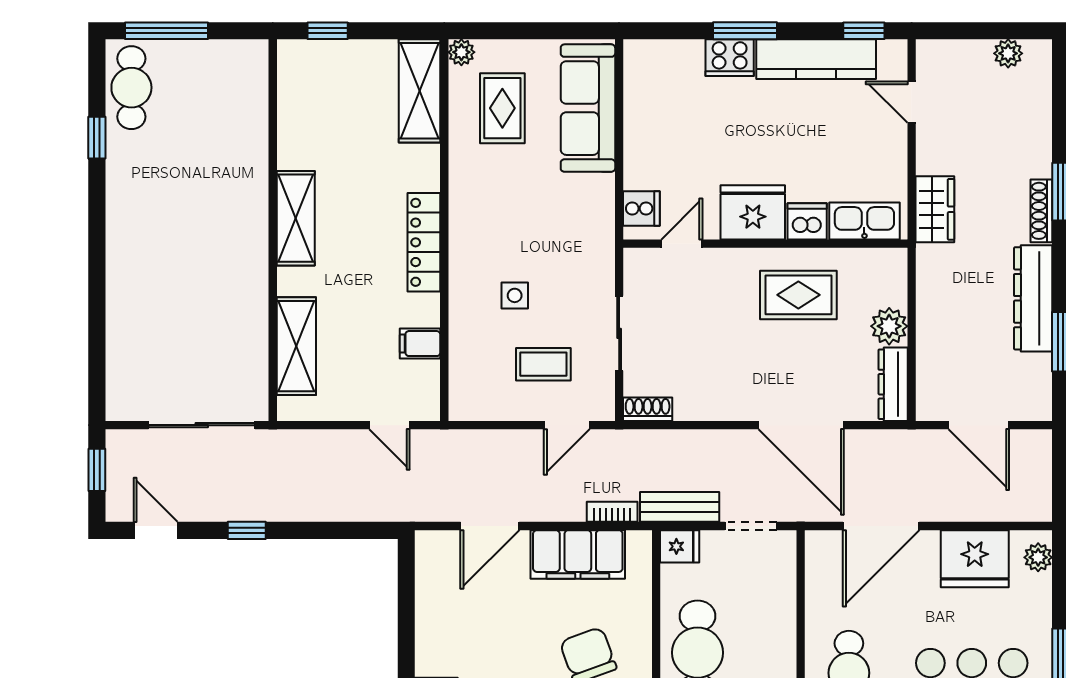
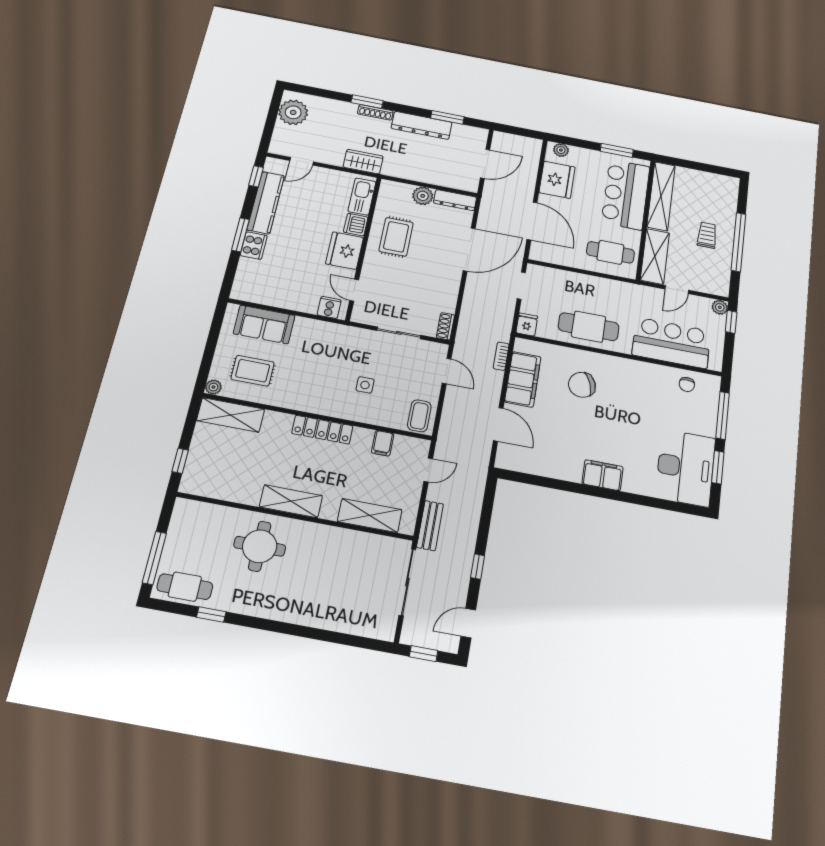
plant: (1008, 53) -> (293, 112), width x1.88, depth x1.88
sofa: (588, 108) -> (264, 325), width x0.73
round table: (215, 186) -> (260, 546), added
coffee table: (543, 364) -> (419, 416), moved
bench: (680, 507) -> (430, 526), moved

